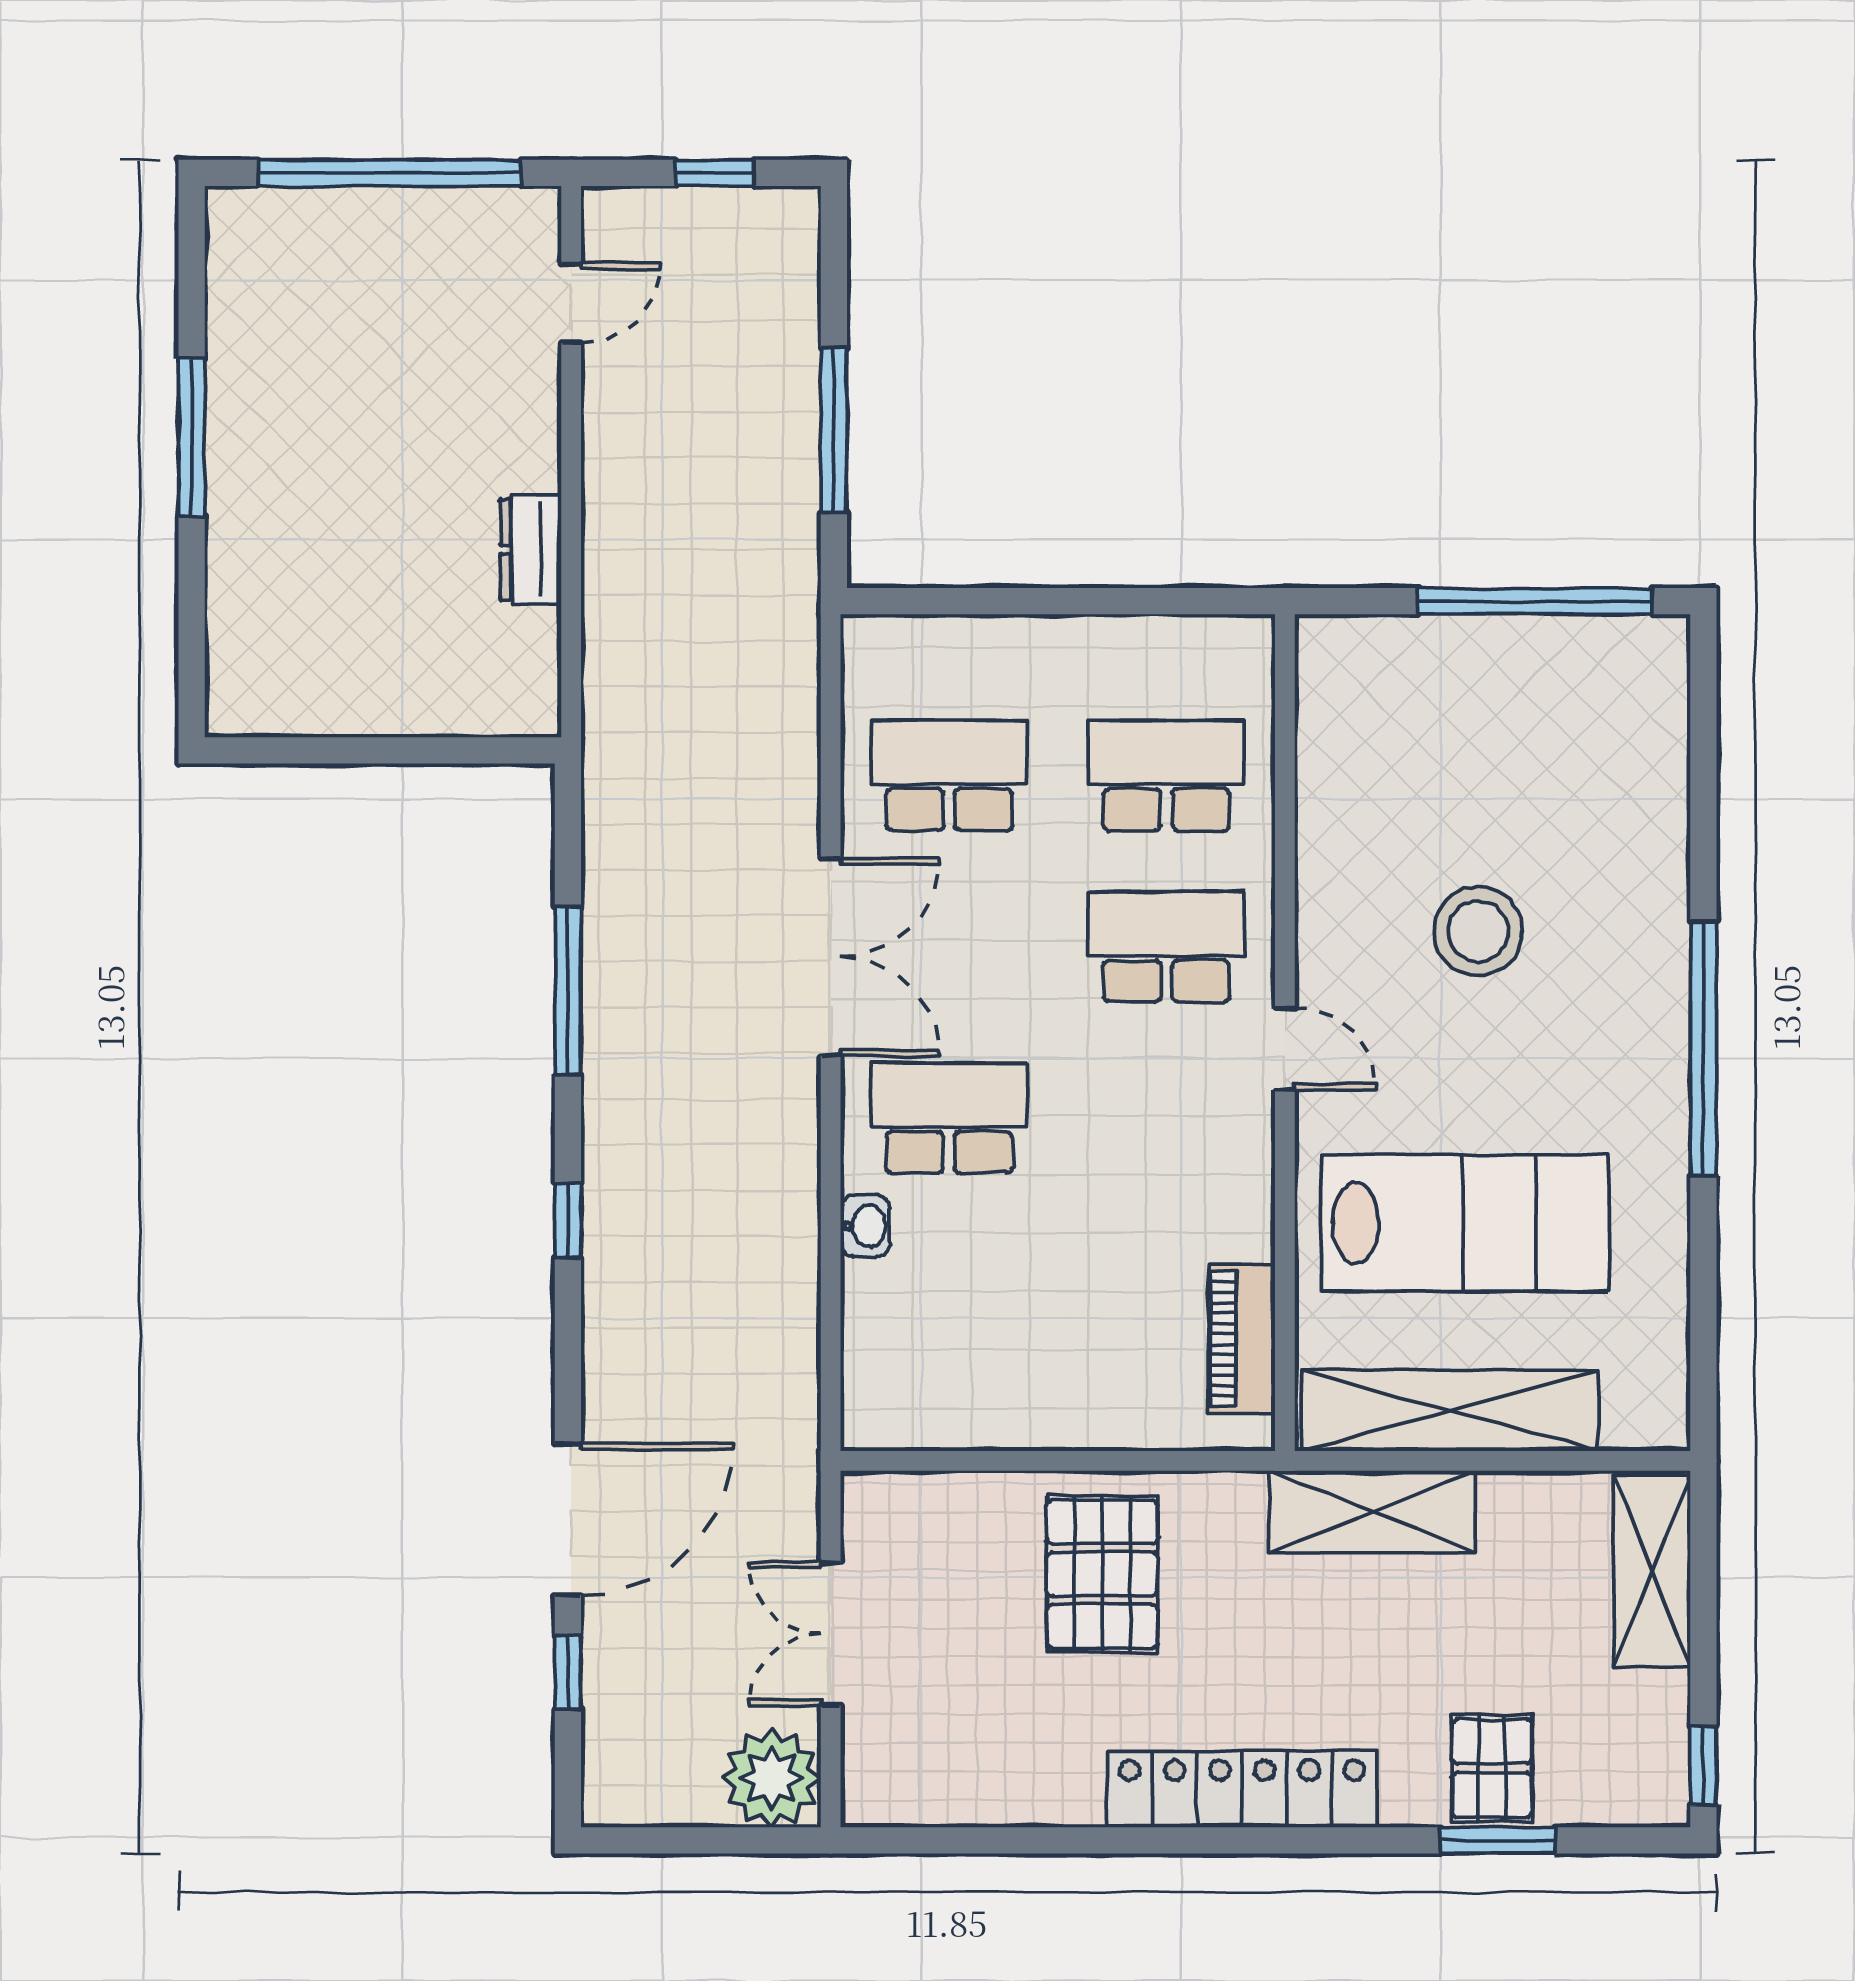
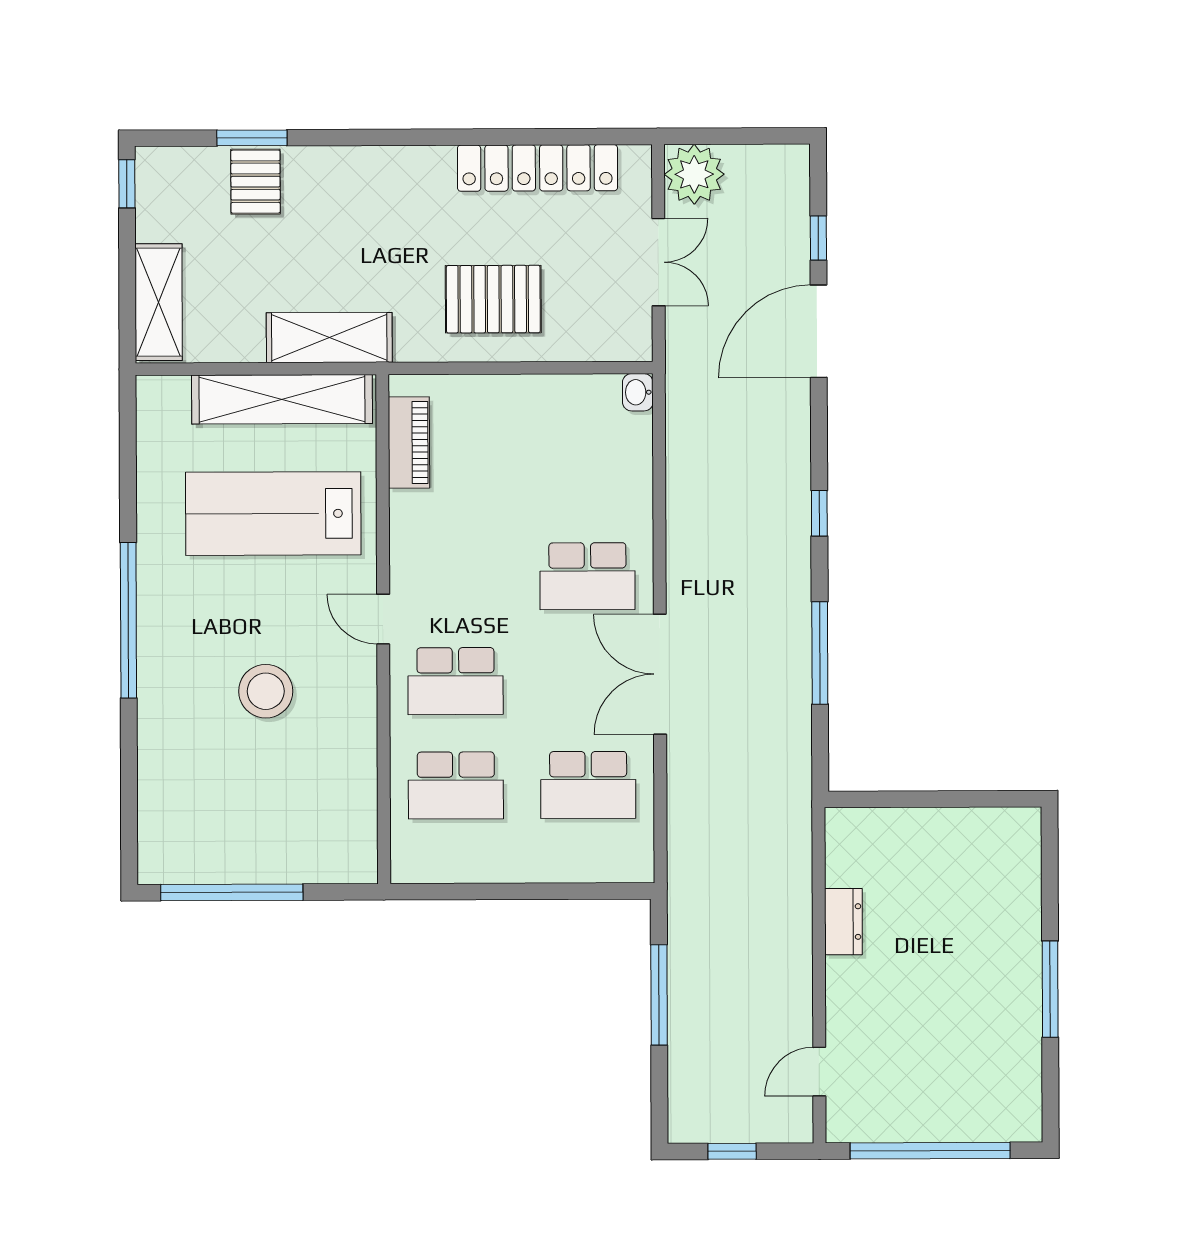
washbasin: (865, 1226) -> (638, 392), moved
pallet: (1102, 1574) -> (493, 299), turned 90
locker: (1242, 1789) -> (537, 168), moved

